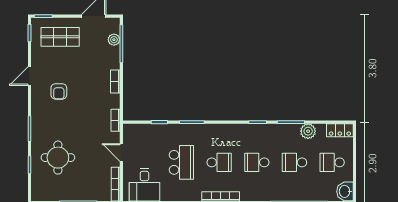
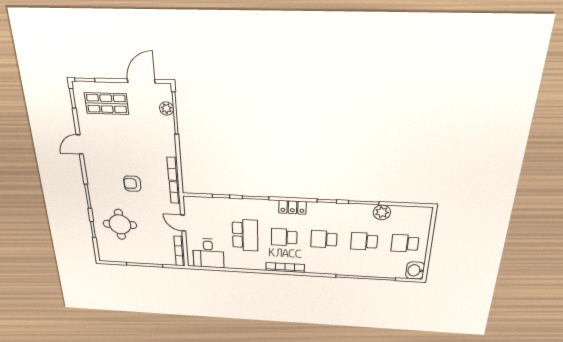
bookcase: (115, 81) -> (173, 169), moved
armchair: (59, 91) -> (132, 184), moved, turned 90
locker: (340, 130) -> (292, 207), moved
school desk: (219, 162) -> (284, 237), turned 180

